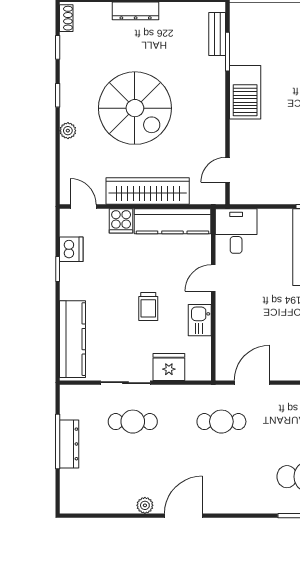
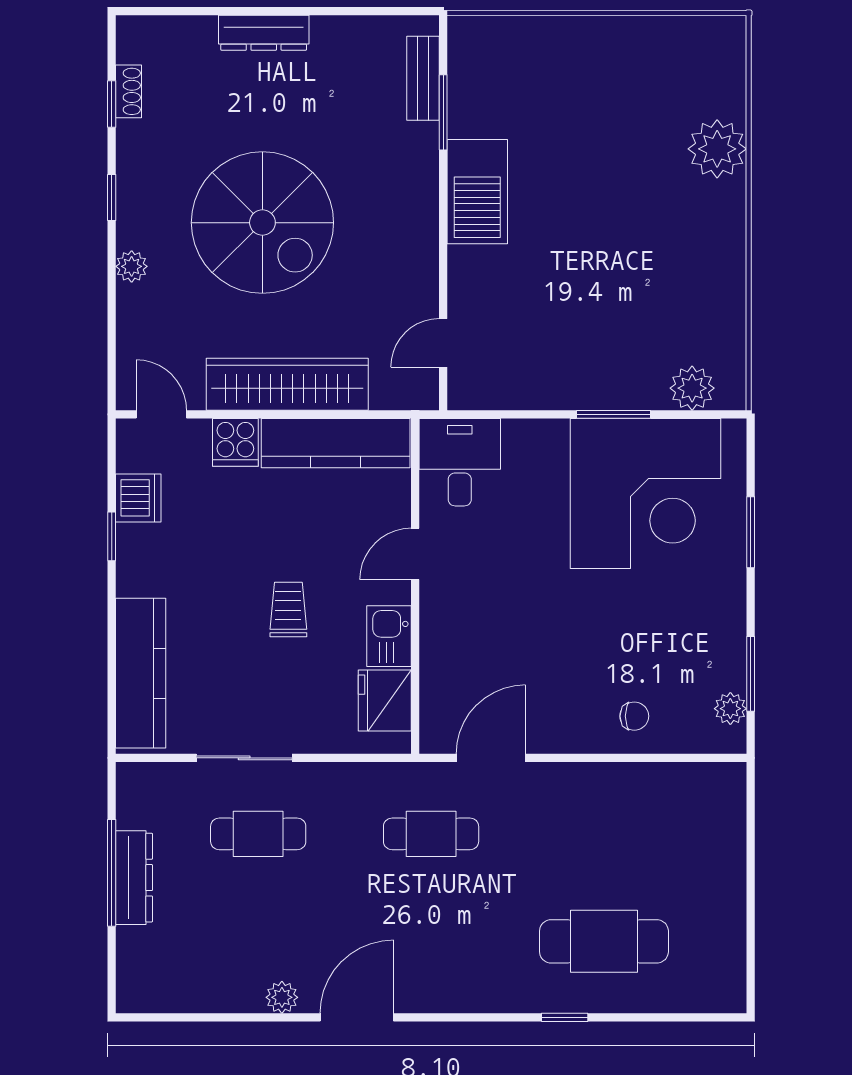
shoe rack: (66, 18) -> (128, 91), moved
trolley: (148, 307) -> (288, 610), turned 180
fridge: (169, 367) -> (385, 701), moved, turned -90

